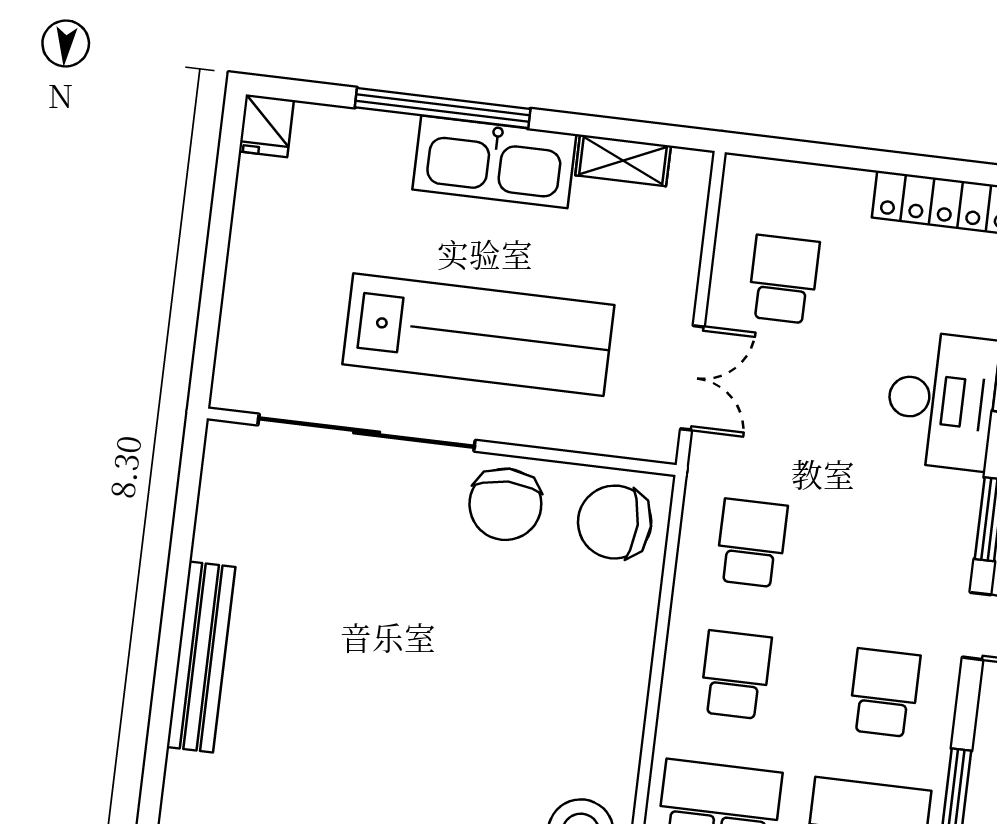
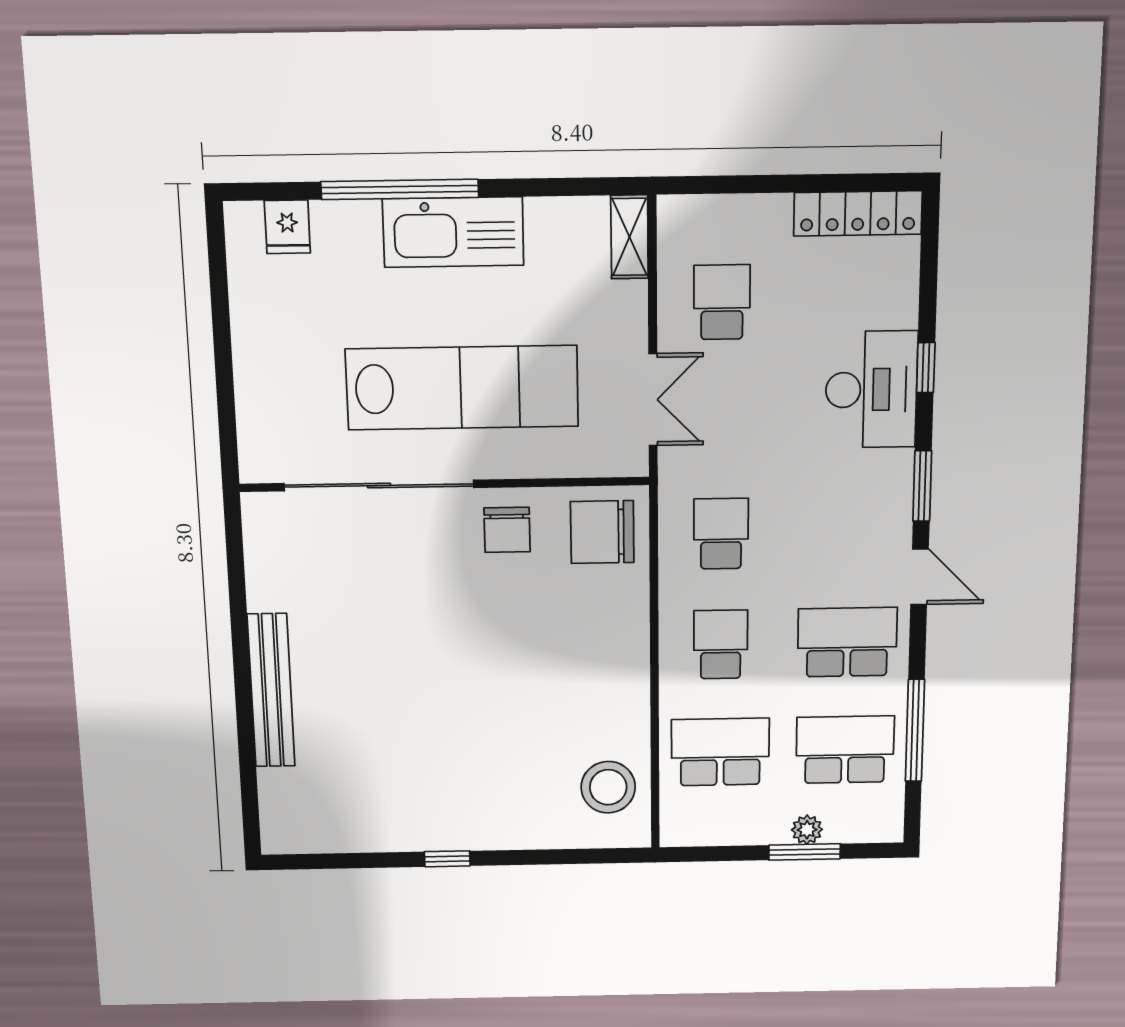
fridge: (266, 126) -> (287, 227), moved
shelving: (623, 160) -> (629, 237), moved, turned 90
chair: (505, 504) -> (507, 530), width x0.73, depth x0.73
school desk: (884, 693) -> (847, 642), width x1.85

